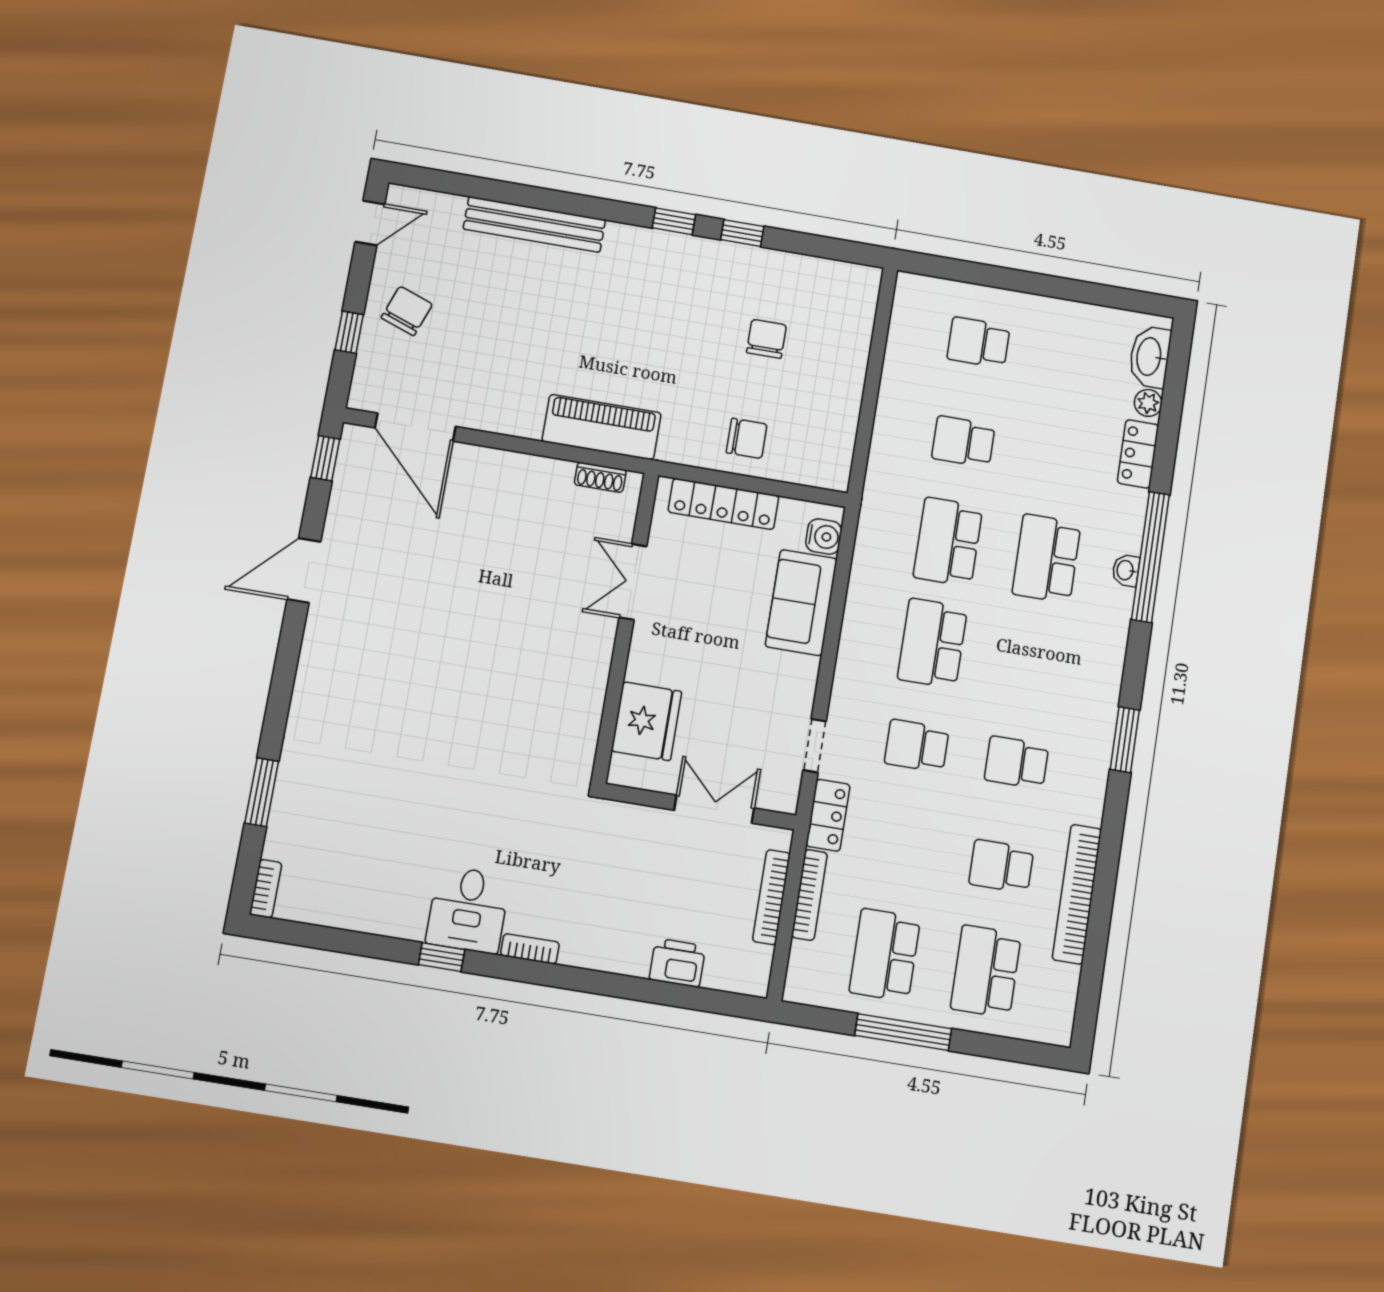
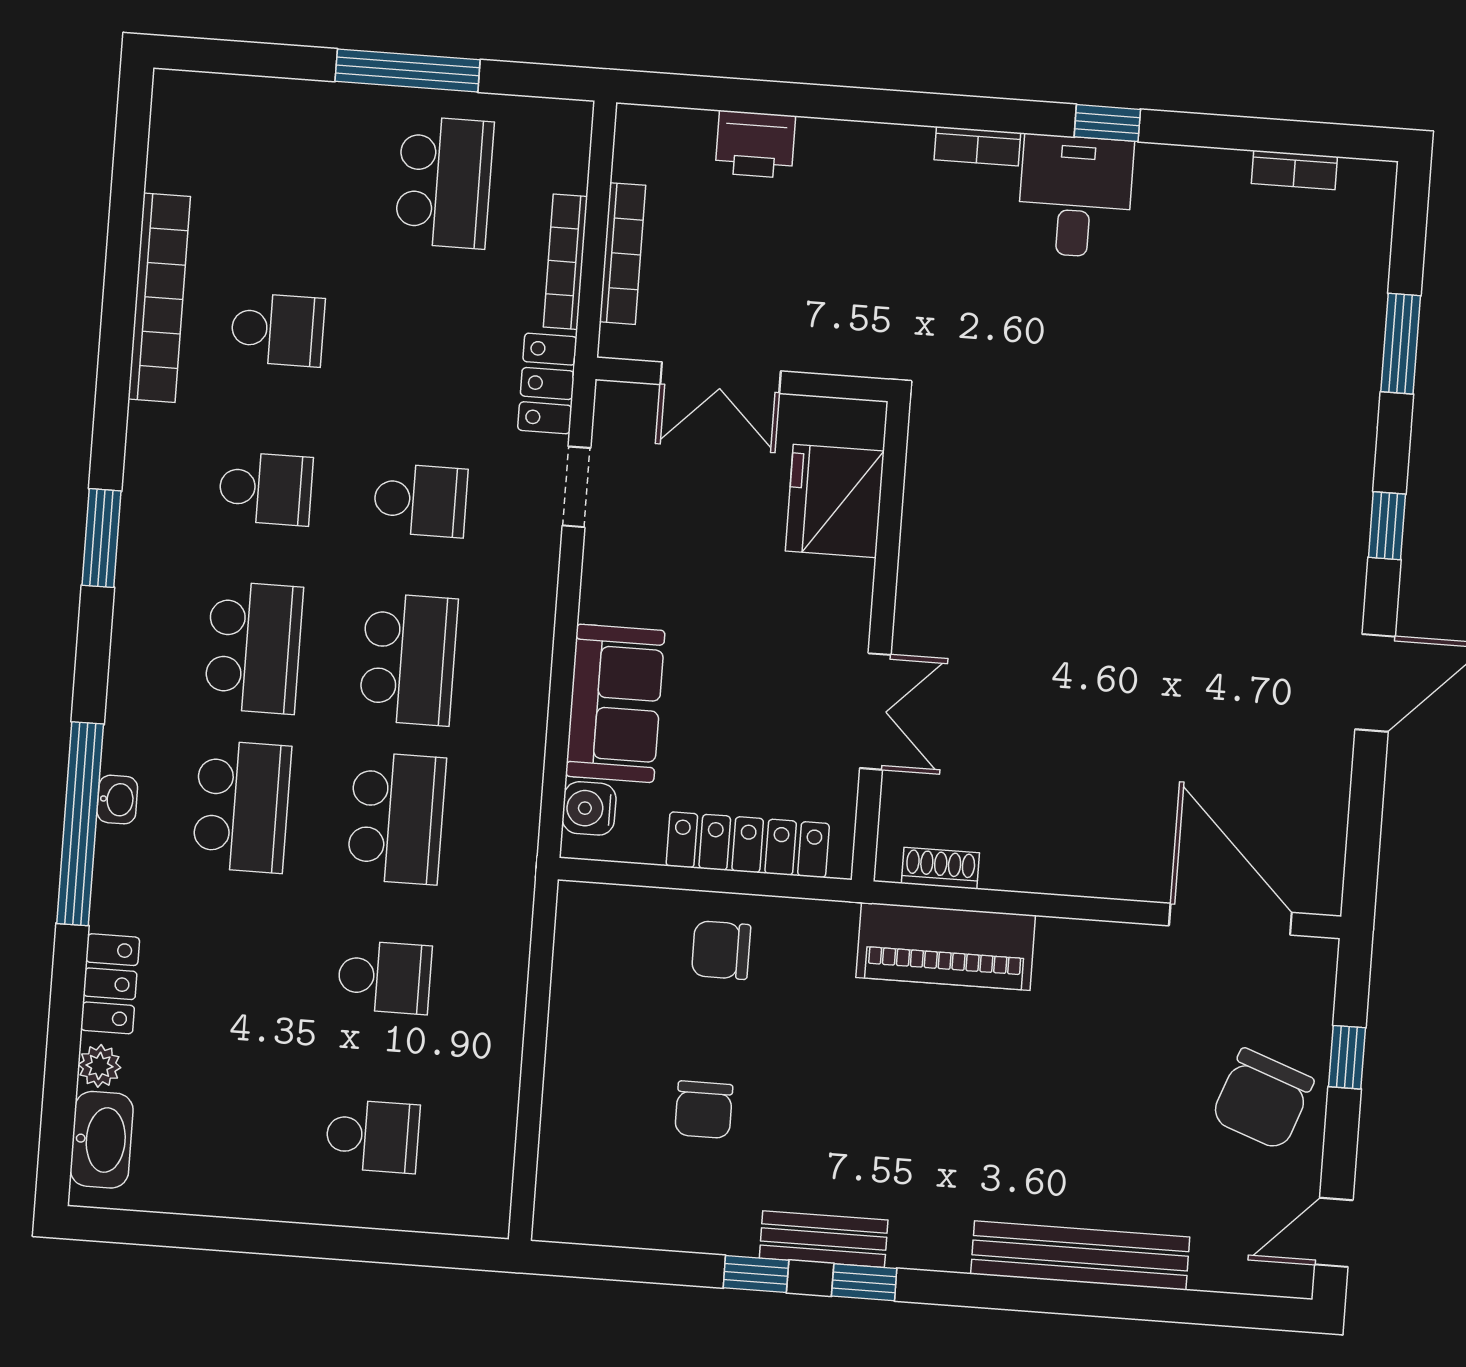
bench: (697, 251) -> (824, 1239), added
chair: (407, 311) -> (1262, 1099), width x1.37, depth x1.37
window: (325, 458) -> (1387, 526), moved
bookcase: (266, 889) -> (1294, 170), moved, turned -90
school desk: (986, 971) -> (254, 648), moved

